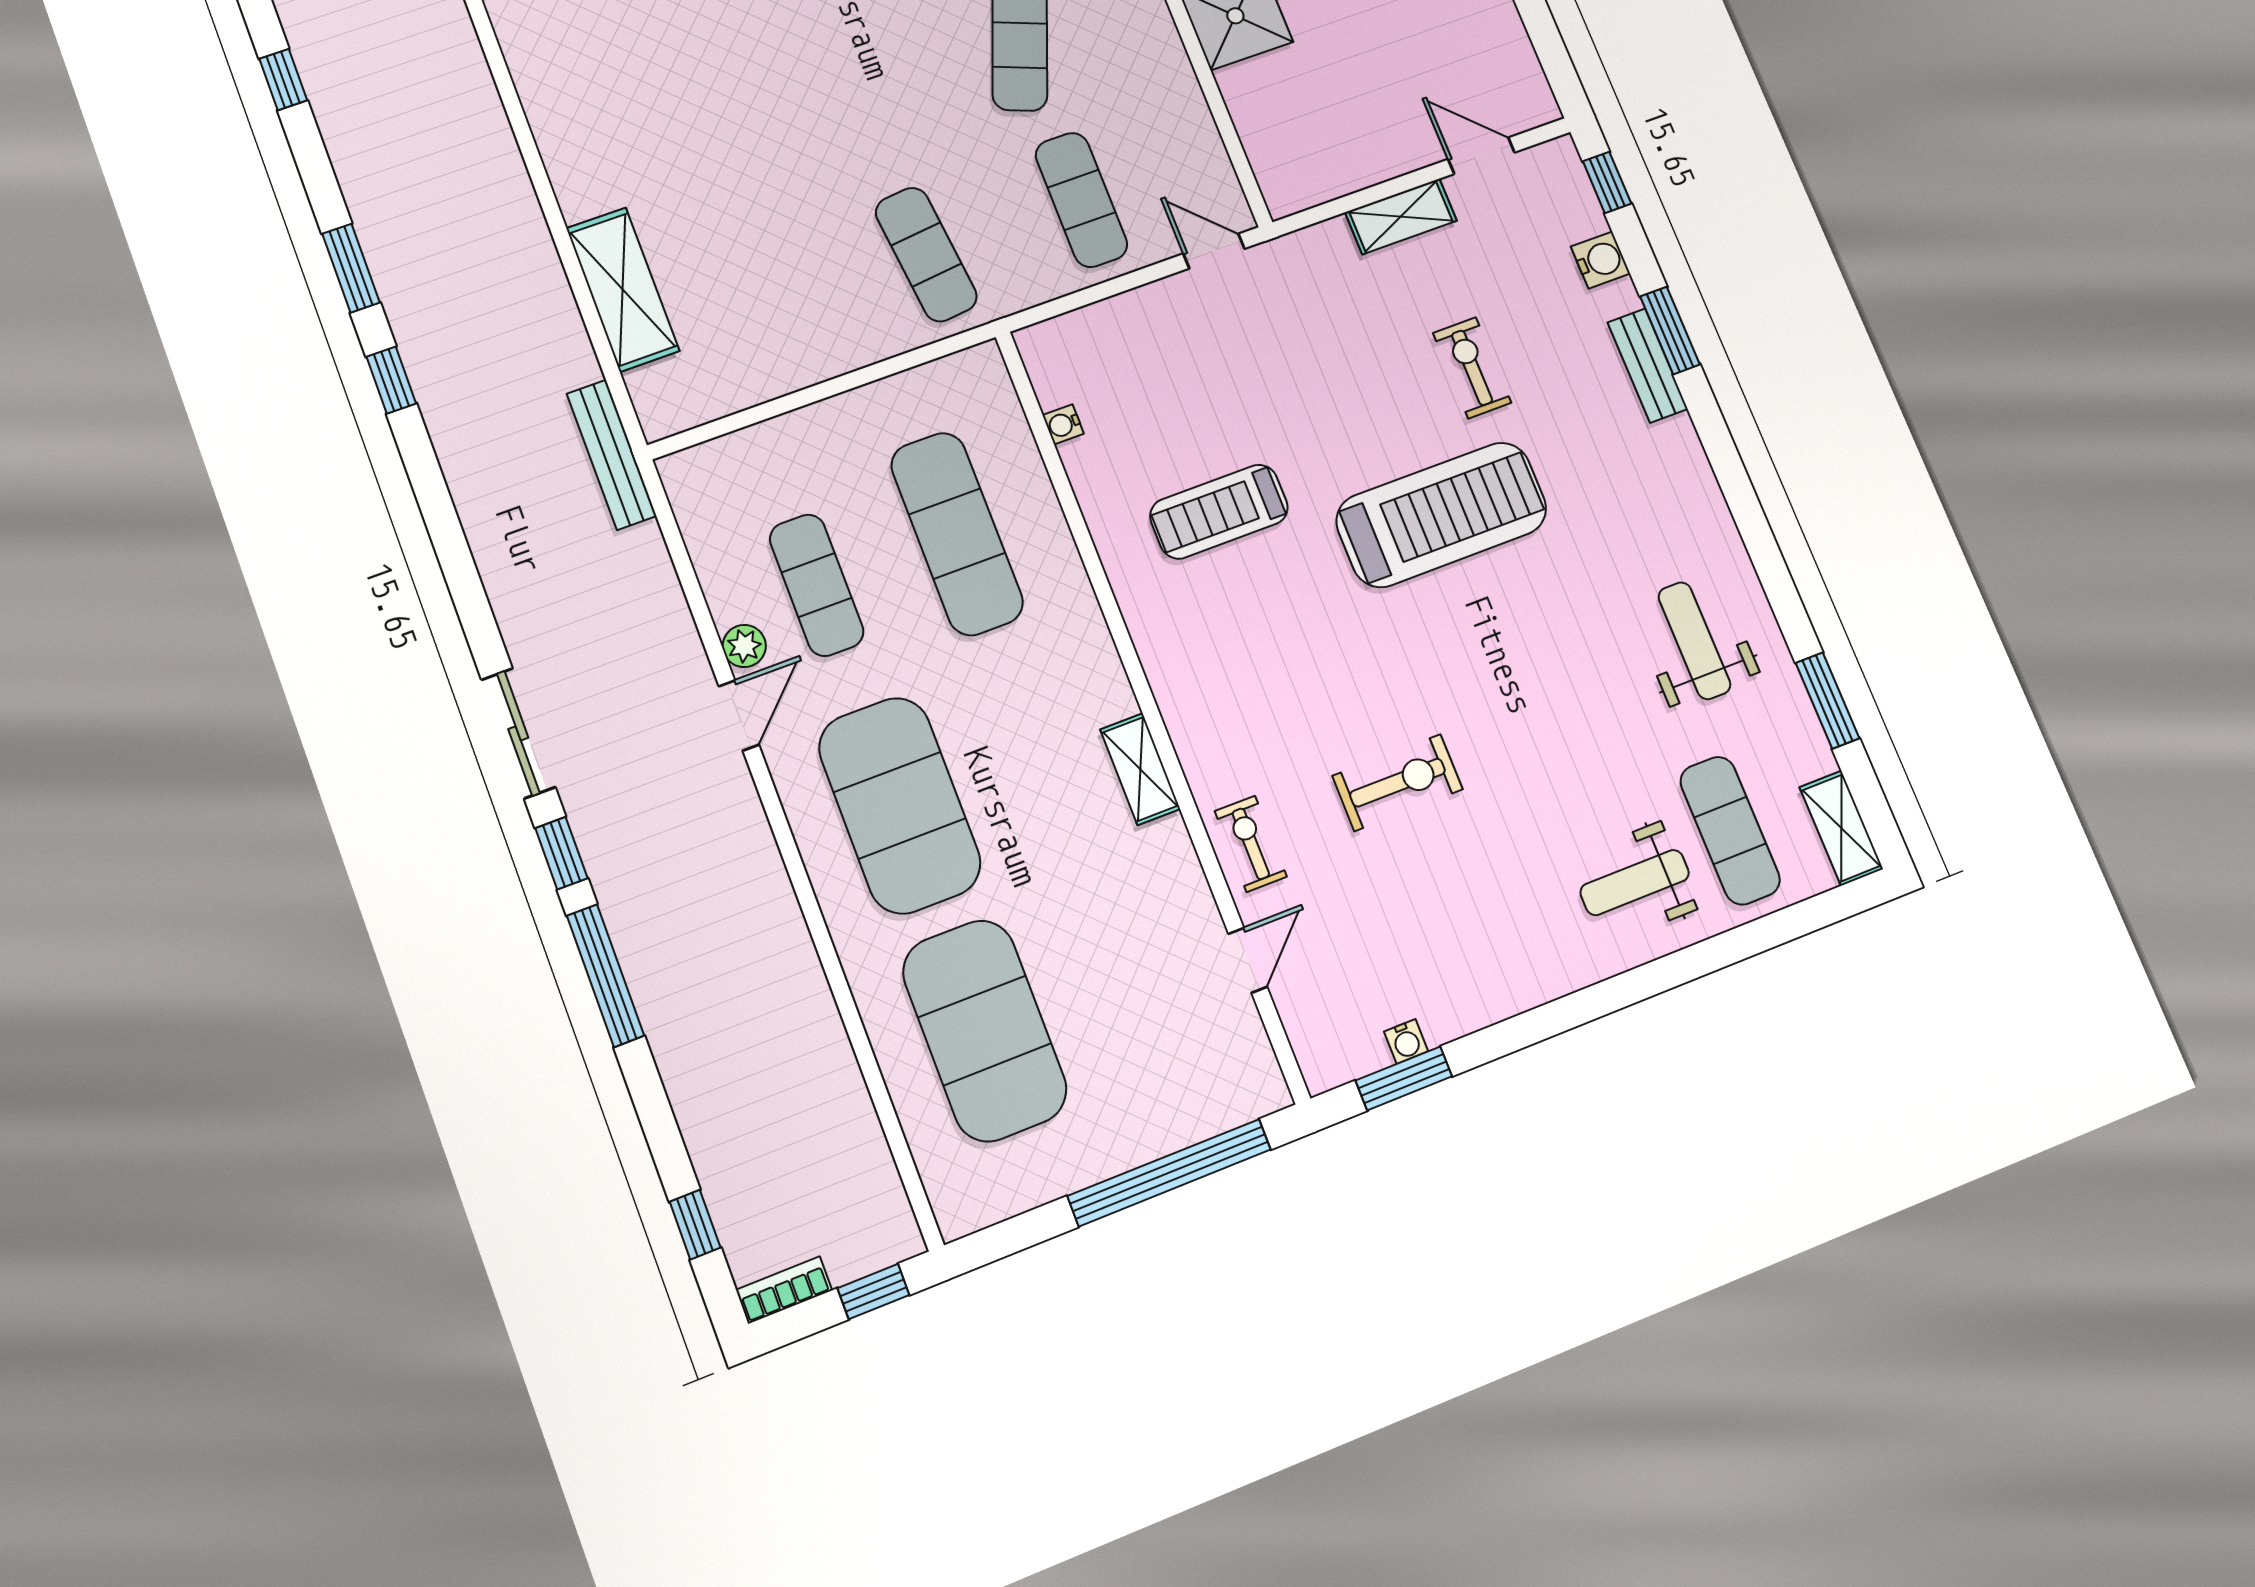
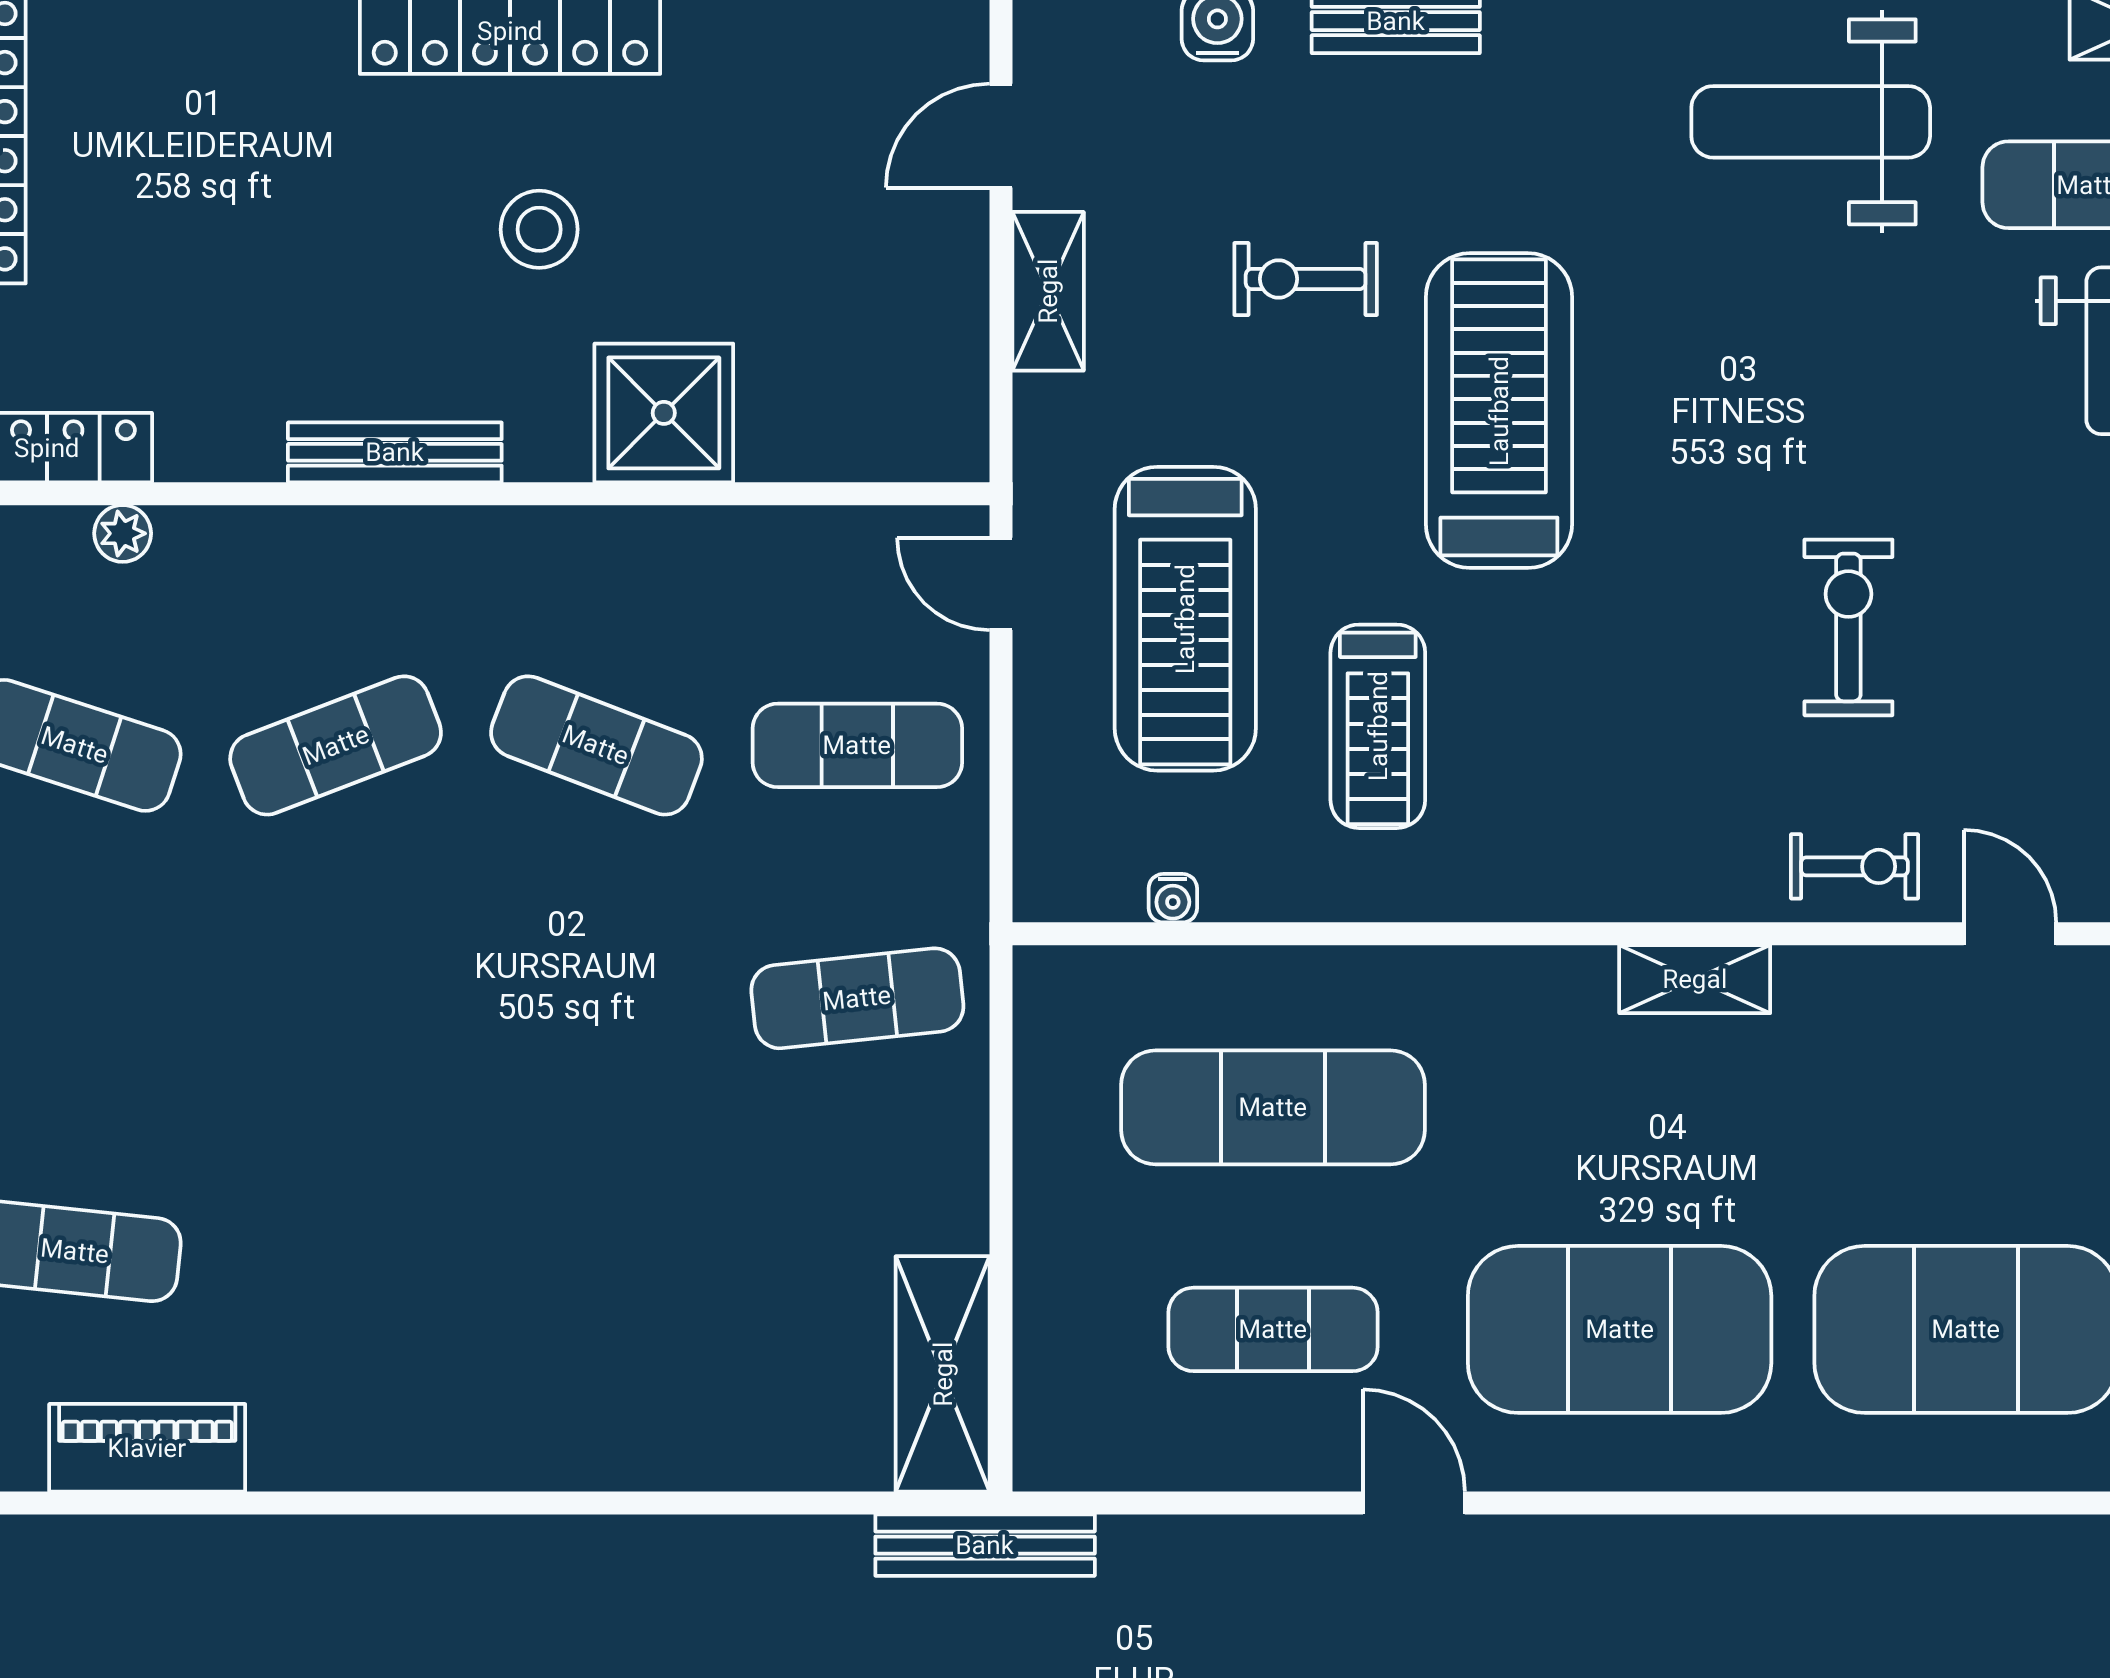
door: (1214, 251) -> (1001, 584), hinge flipped
shelving: (623, 290) -> (943, 1374), moved, turned 90
treadmill: (1238, 370) -> (1185, 619), added
weight bench: (1694, 641) -> (1811, 122), width x1.36, depth x1.33
plant: (744, 646) -> (1321, 1460), removed
exercise bike: (1251, 844) -> (1854, 866), turned 180

